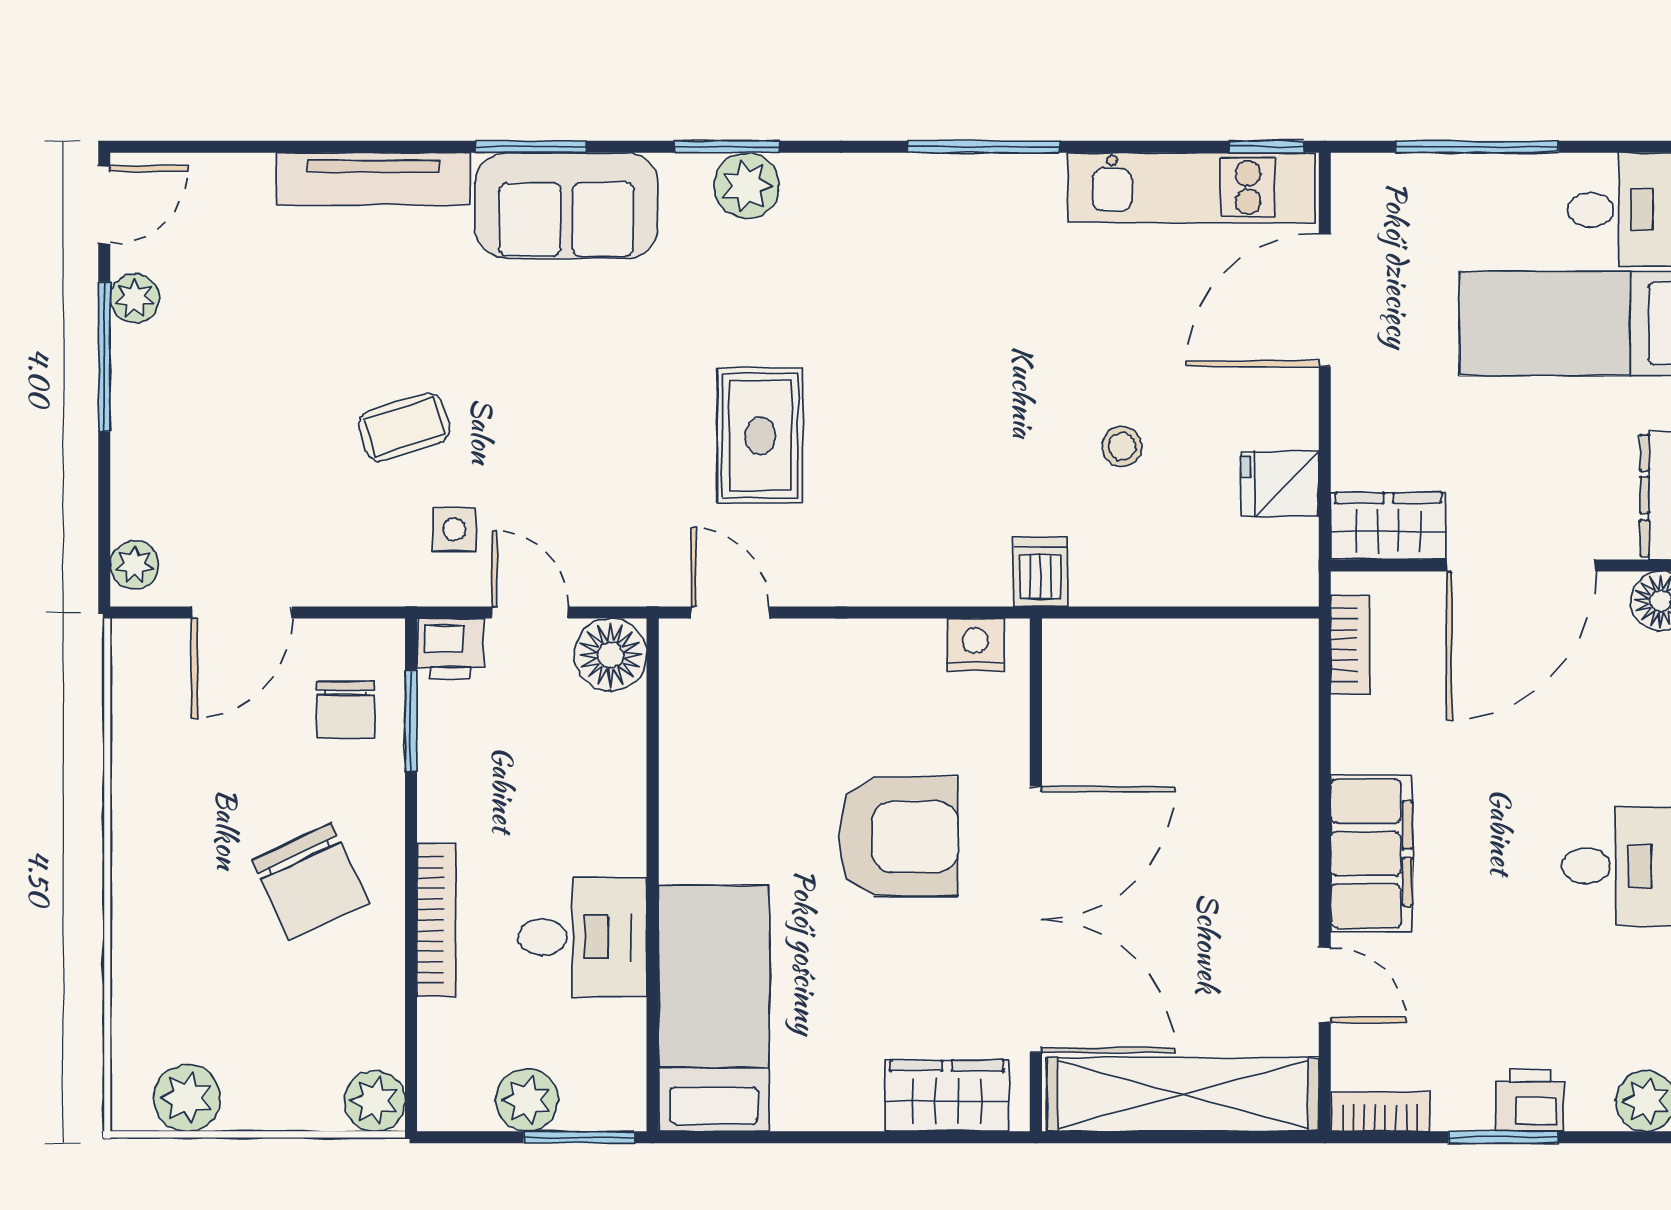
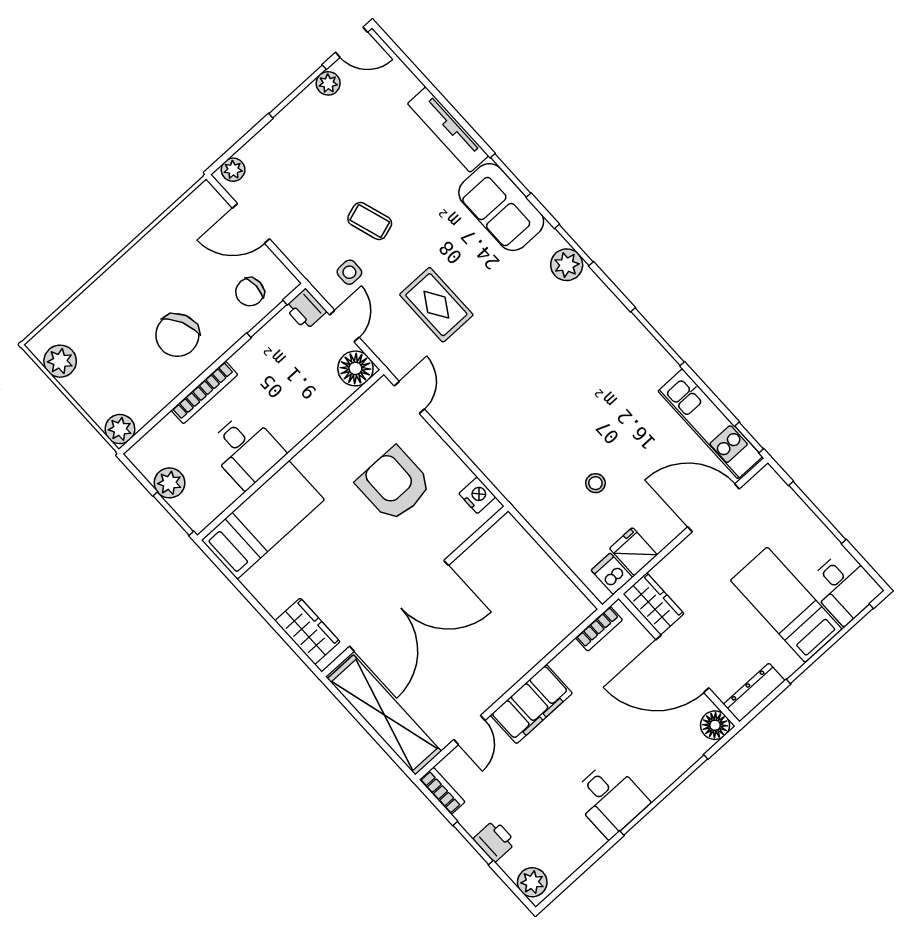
rug: (760, 435) -> (436, 305), moved, turned 90
dishwasher: (1040, 572) -> (612, 574), moved, turned -90
armchair: (898, 837) -> (394, 484), moved, turned 180

